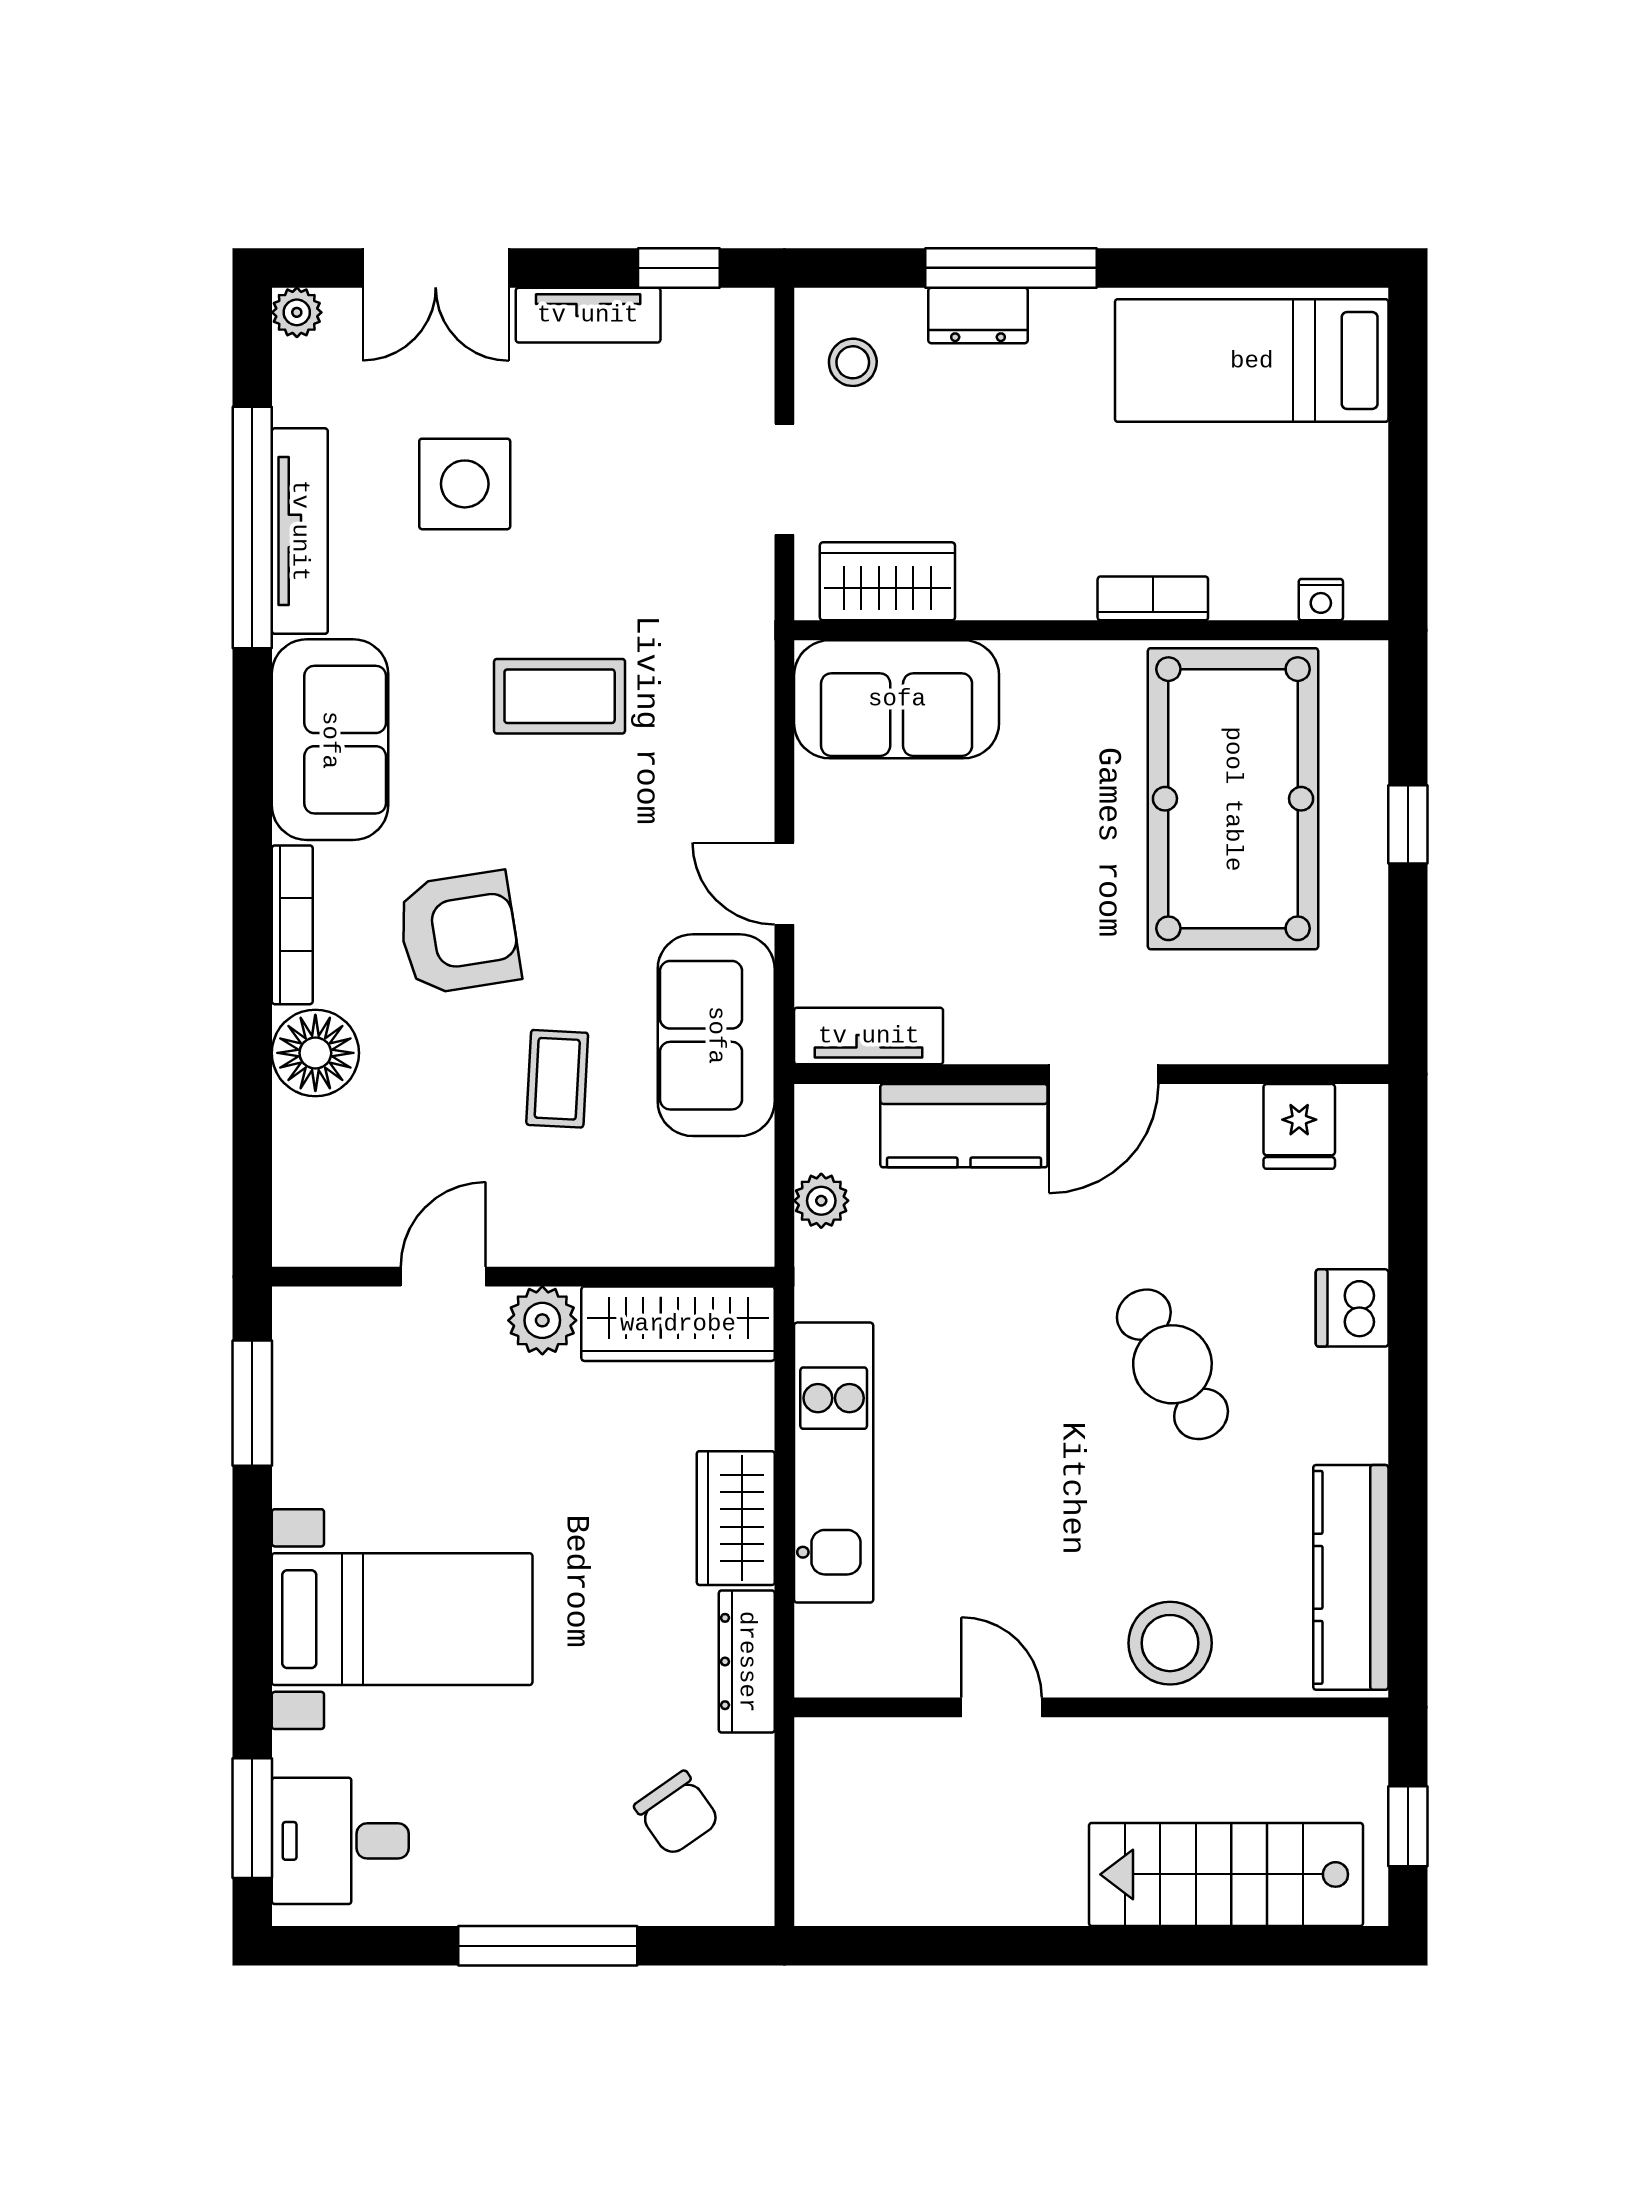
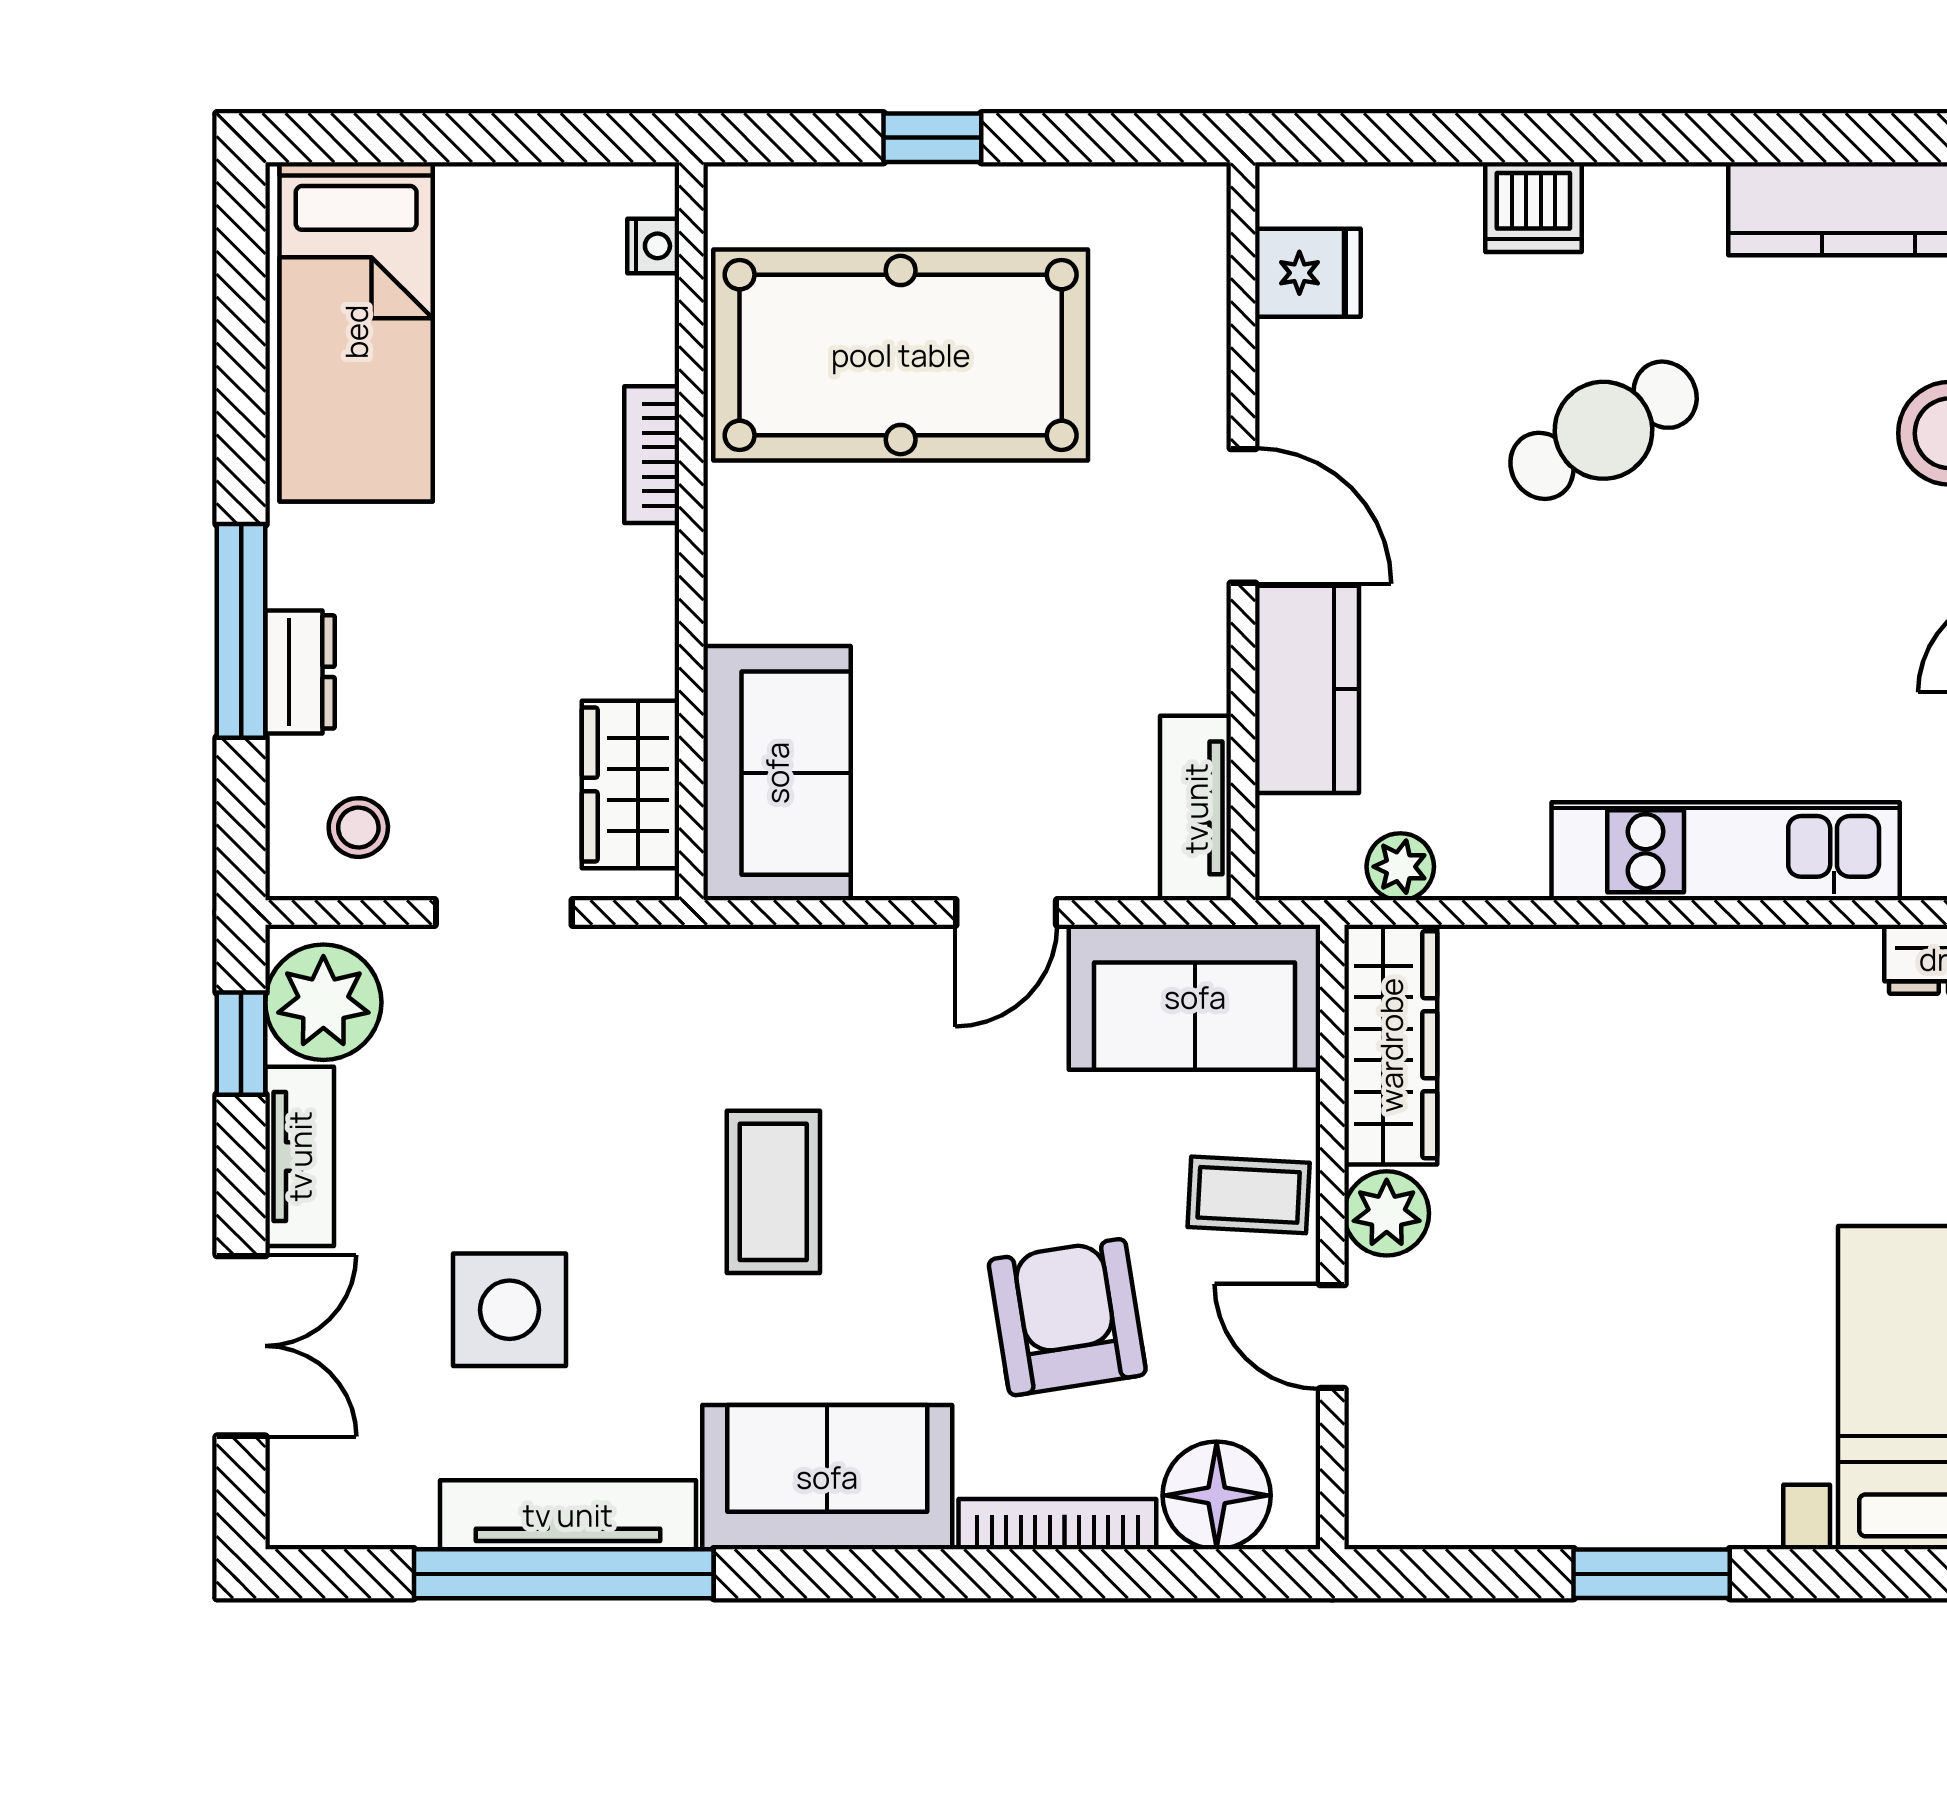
plant: (297, 312) -> (323, 1002), moved, width x1.88, depth x1.88
door: (443, 1277) -> (1332, 1337), moved
wall: (523, 1277) -> (1332, 1237), moved
plant: (542, 1320) -> (1387, 1213), moved
wardrobe: (678, 1324) -> (1391, 1045), moved
wardrobe: (736, 1518) -> (1795, 973), removed

